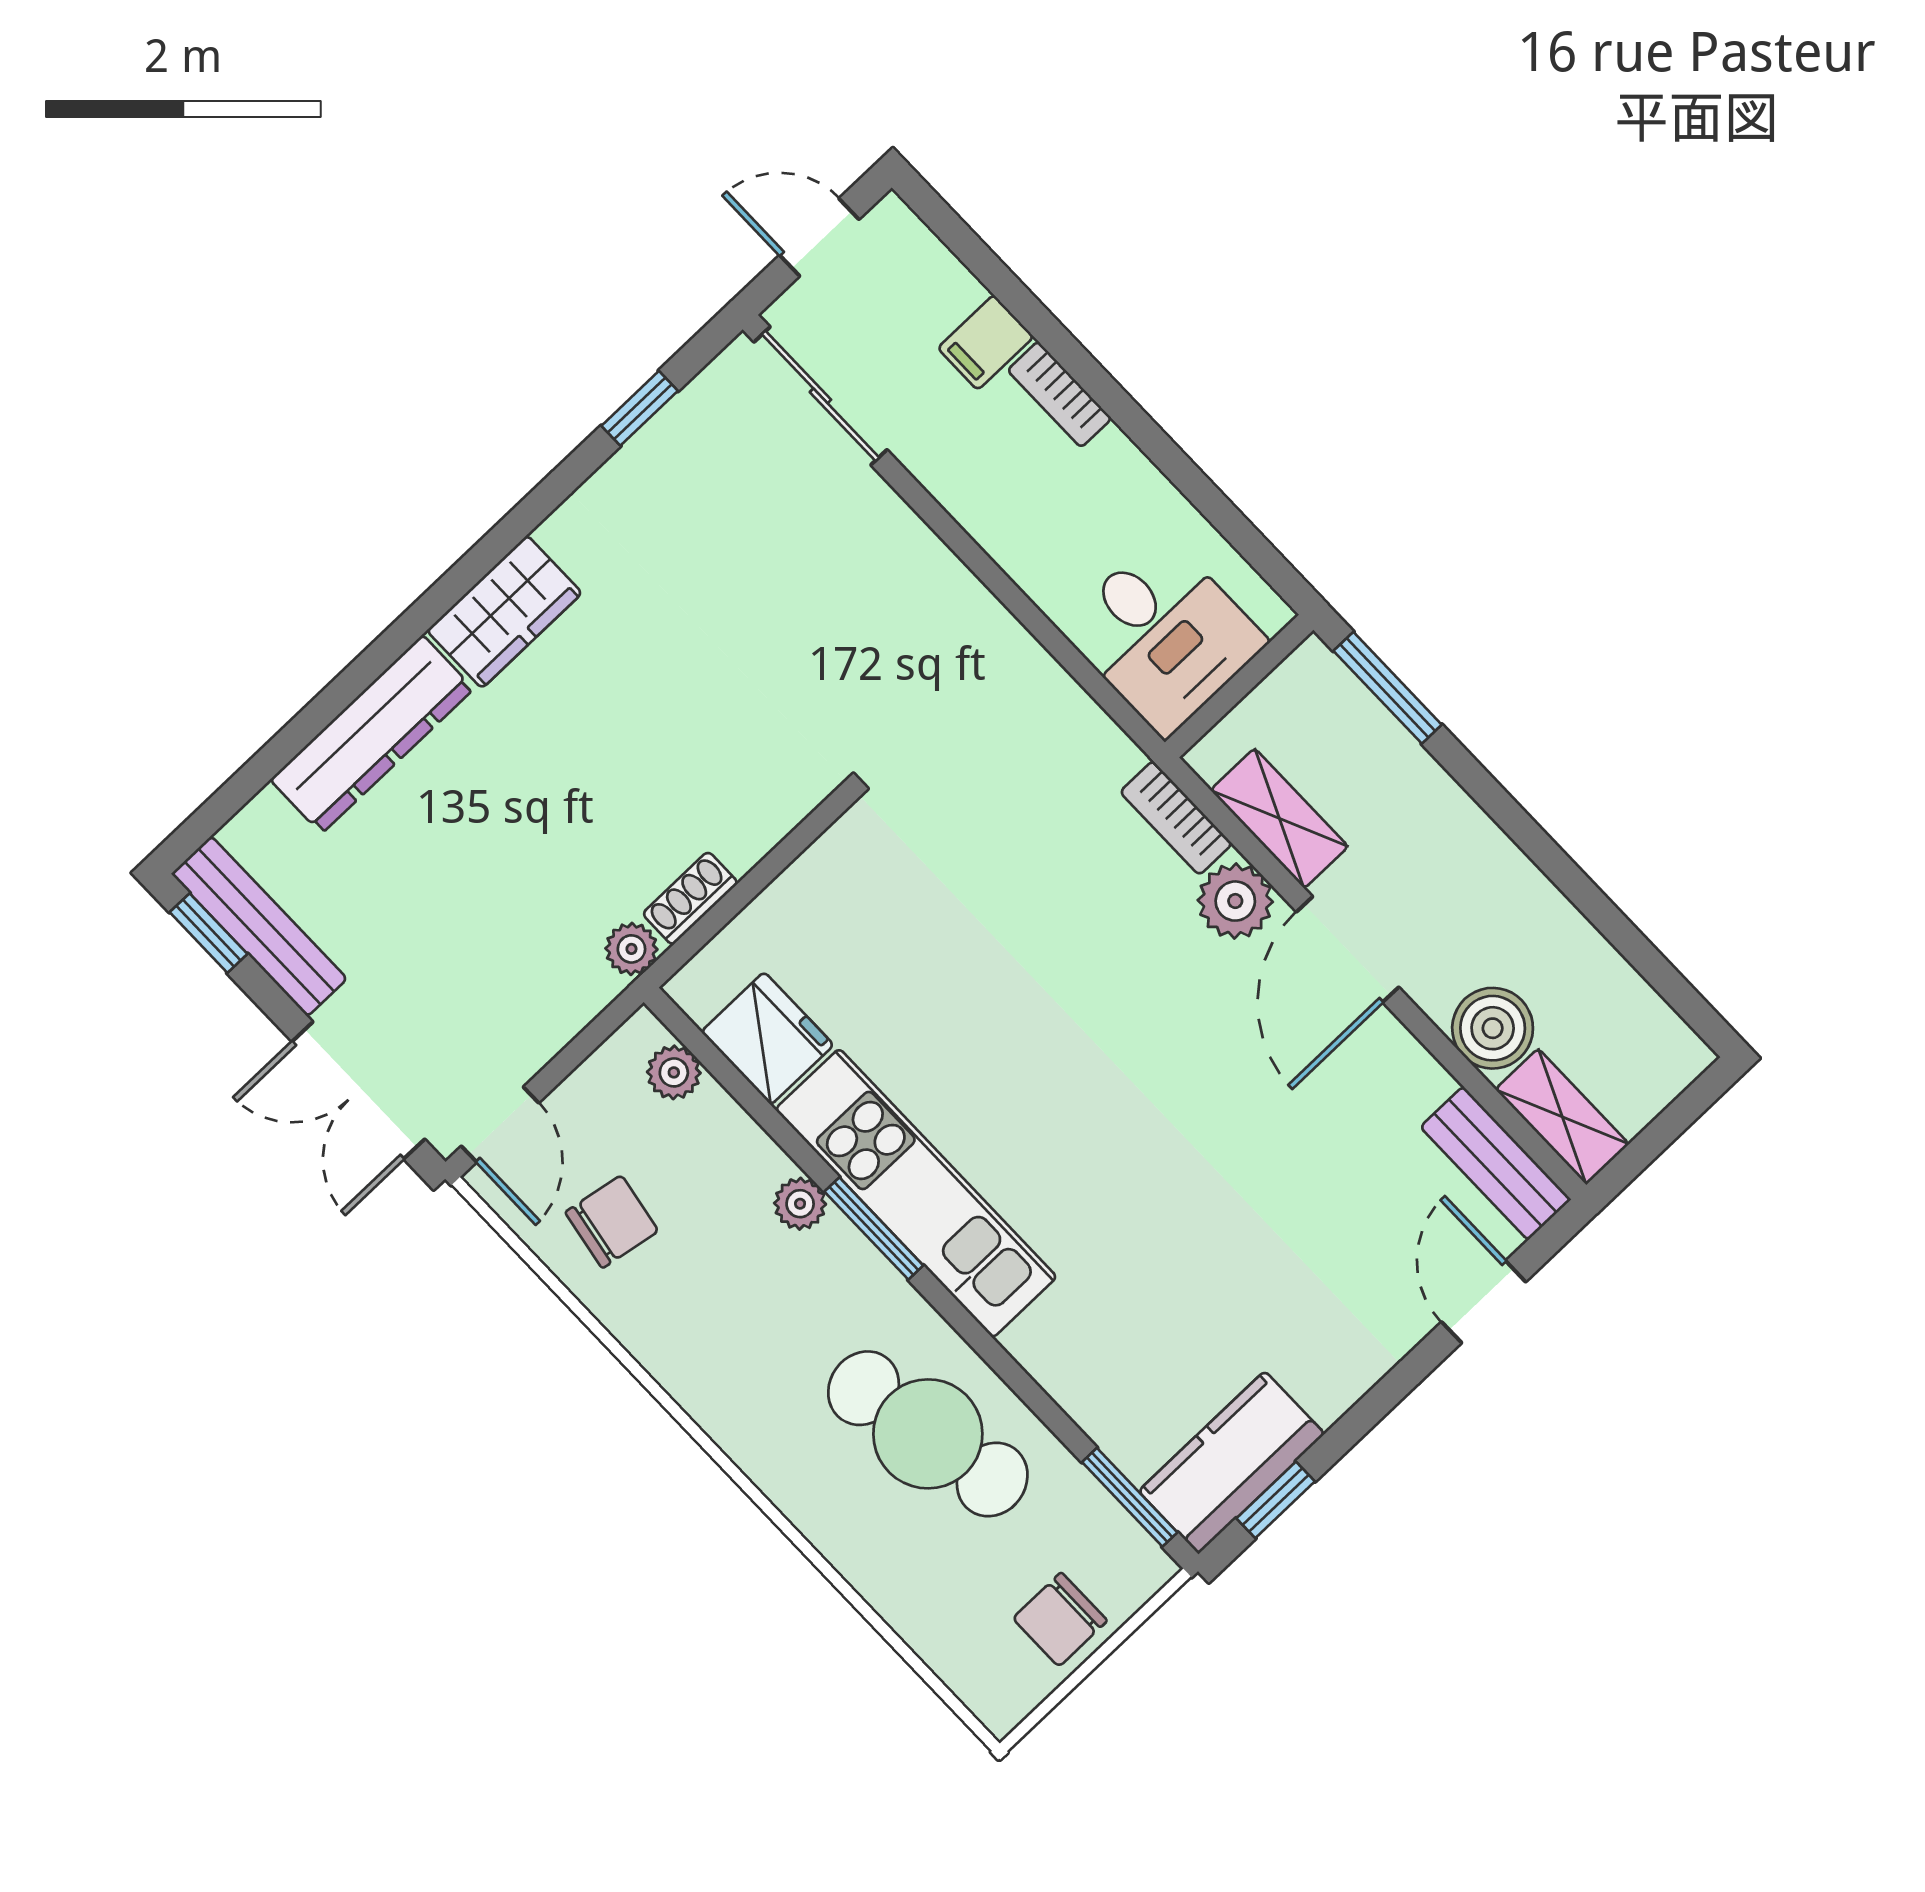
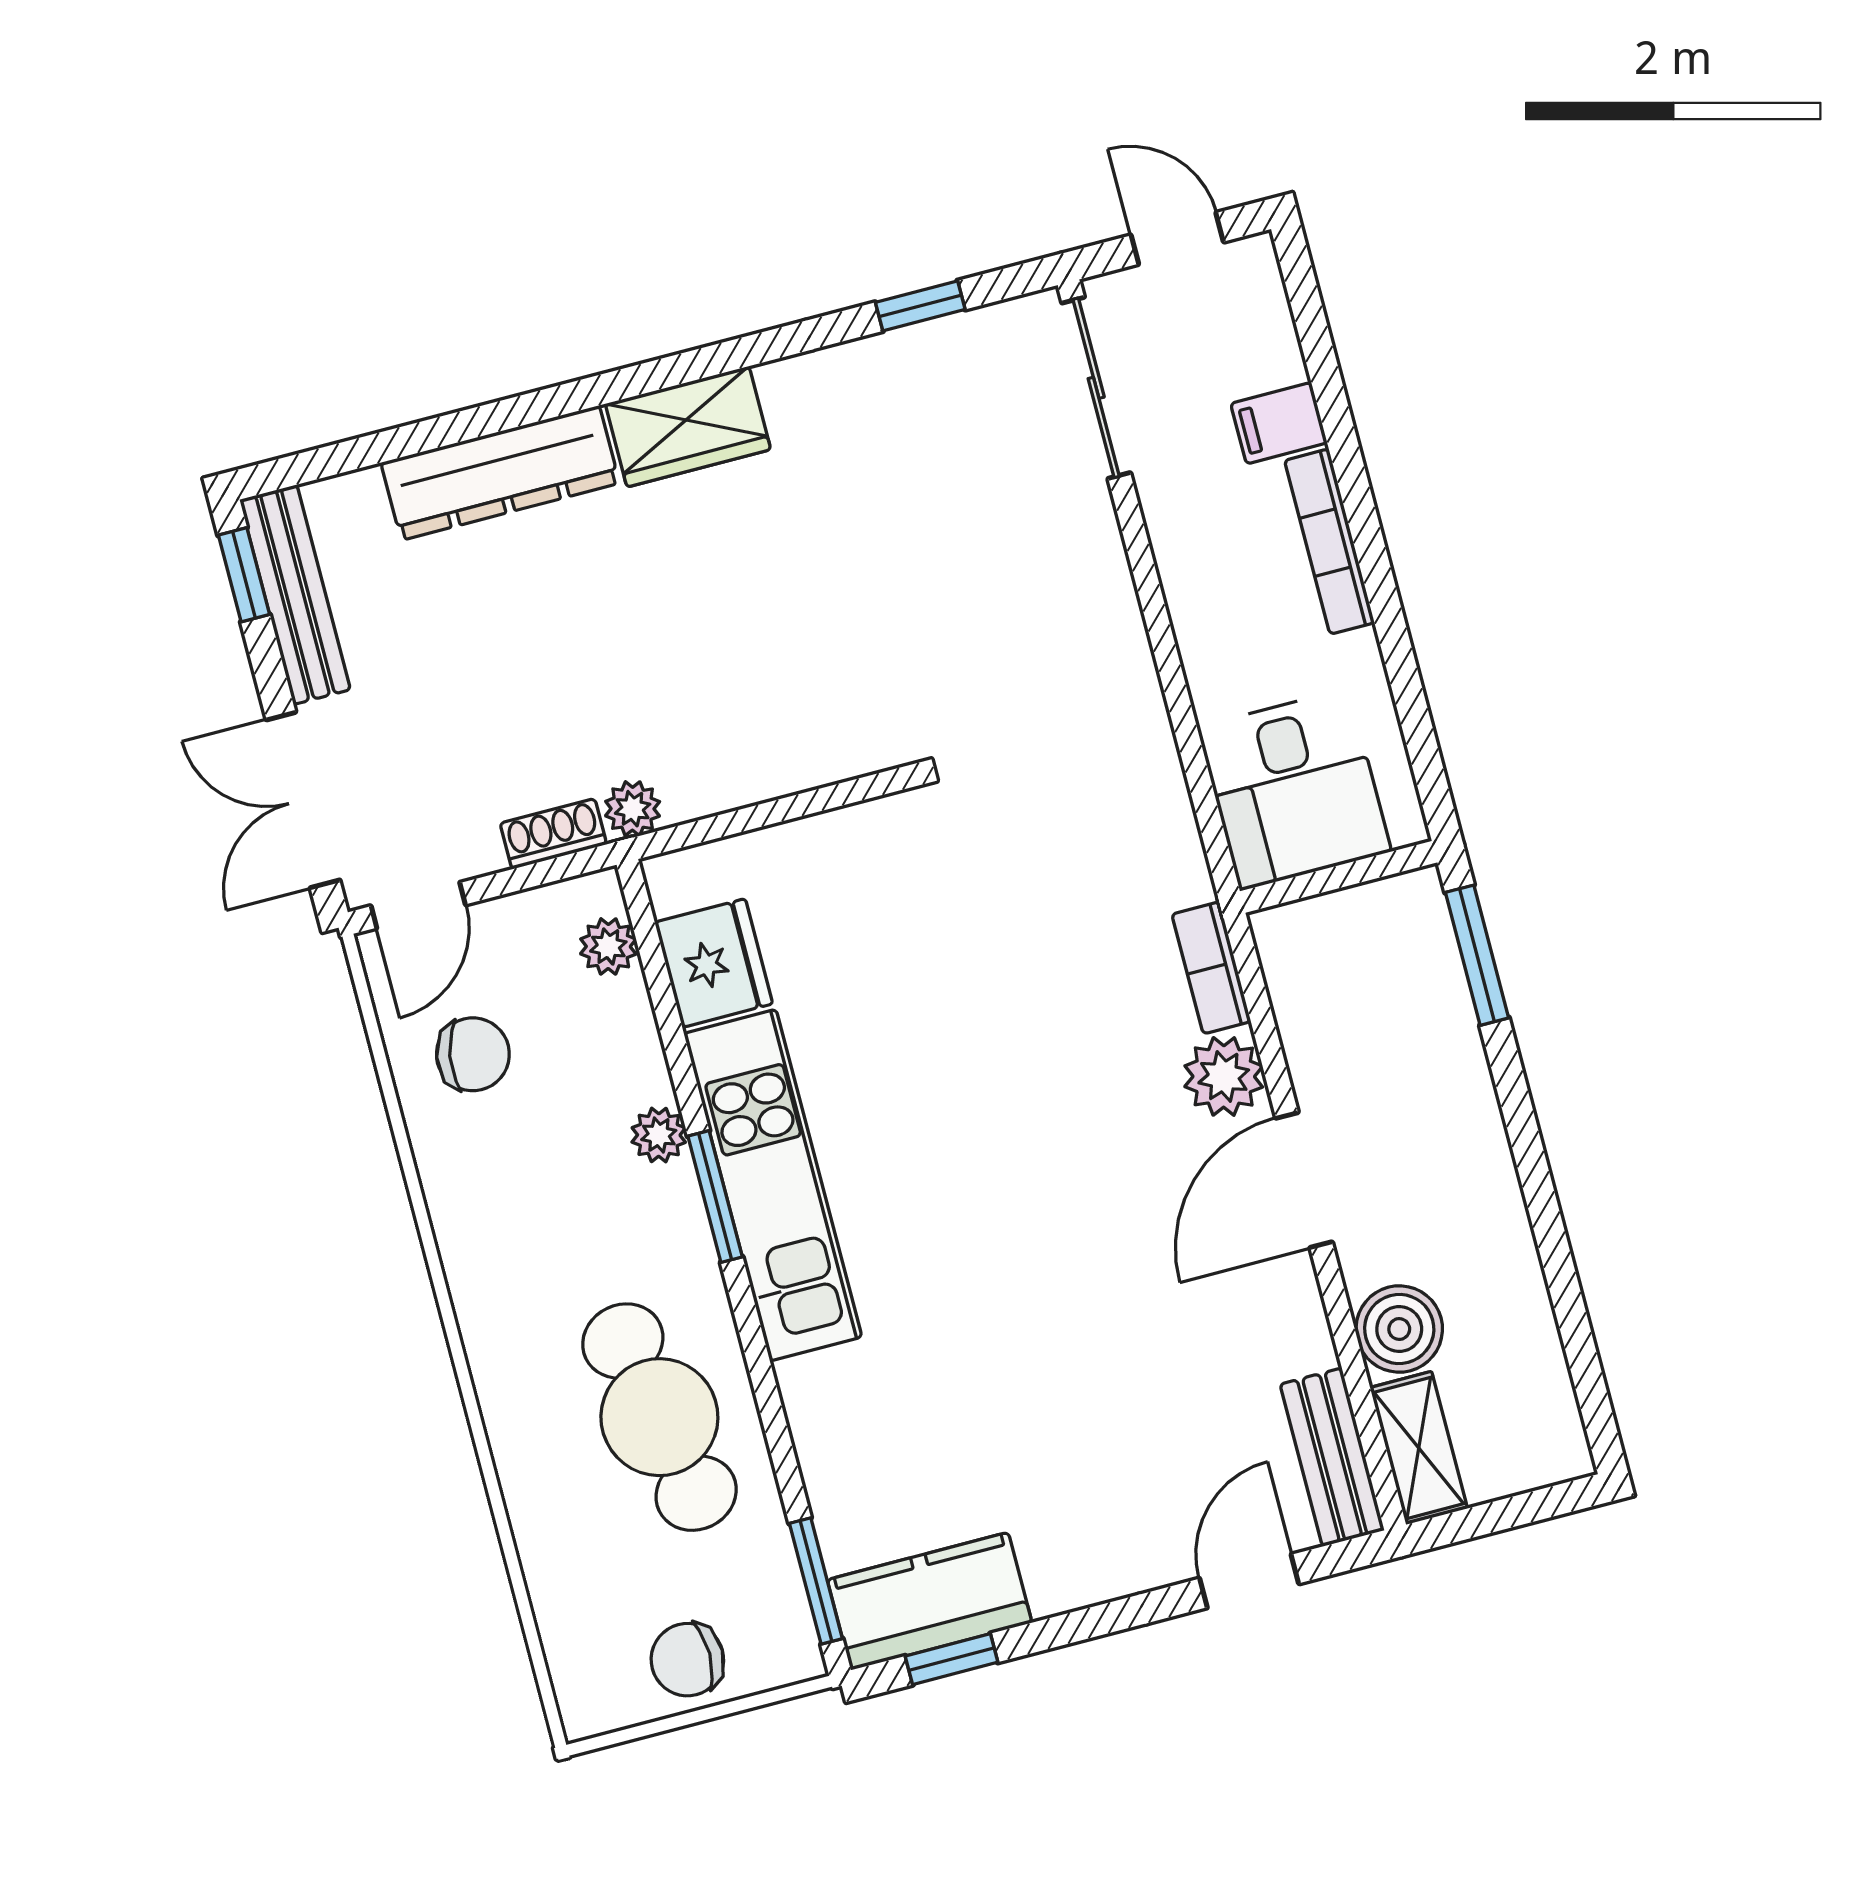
bookcase: (1060, 394) -> (1329, 542), width x1.56
shelving: (1279, 818) -> (1308, 1022), removed
shoe rack: (690, 898) -> (553, 834), moved

